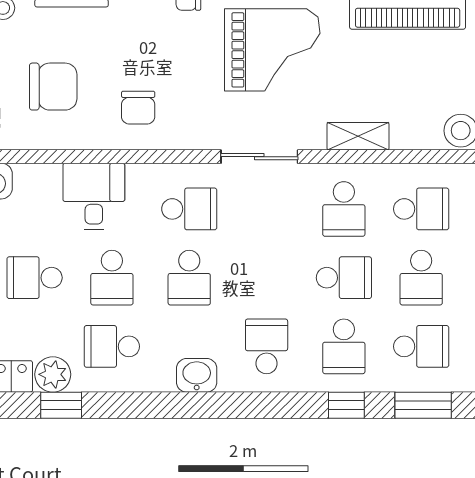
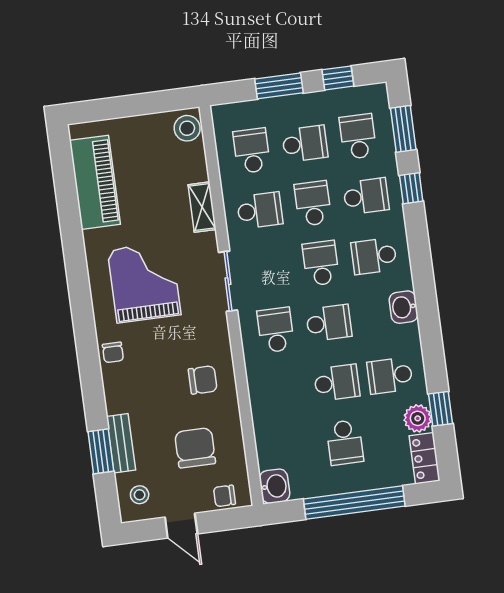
desk: (94, 196) -> (276, 405), removed
school desk: (267, 278) -> (321, 263), added
school desk: (112, 346) -> (390, 376), turned 90

